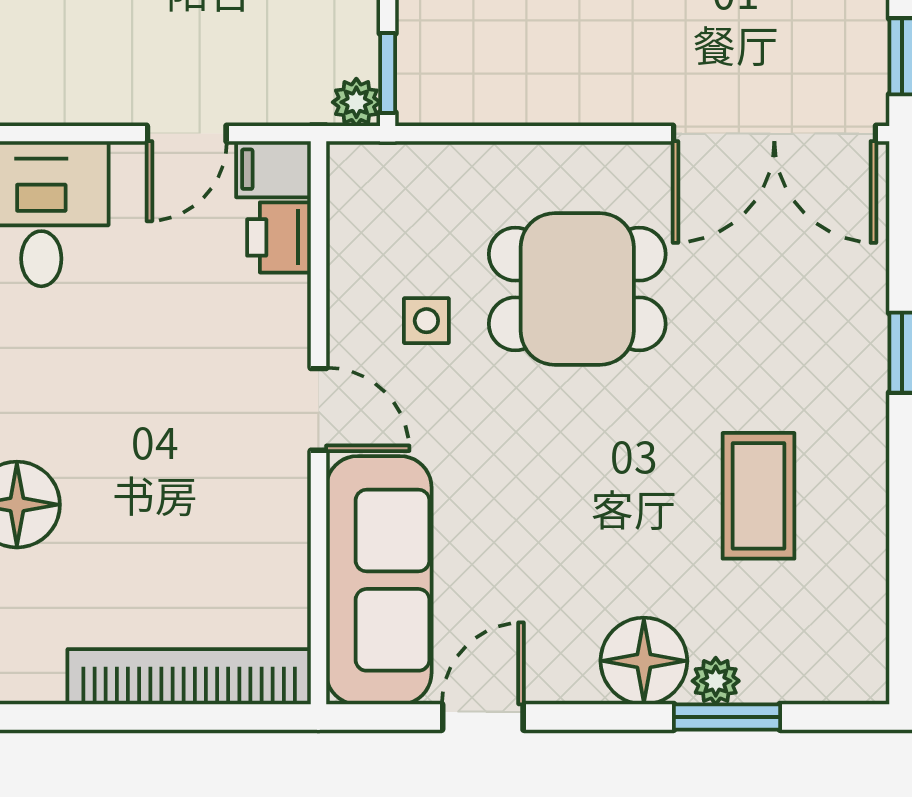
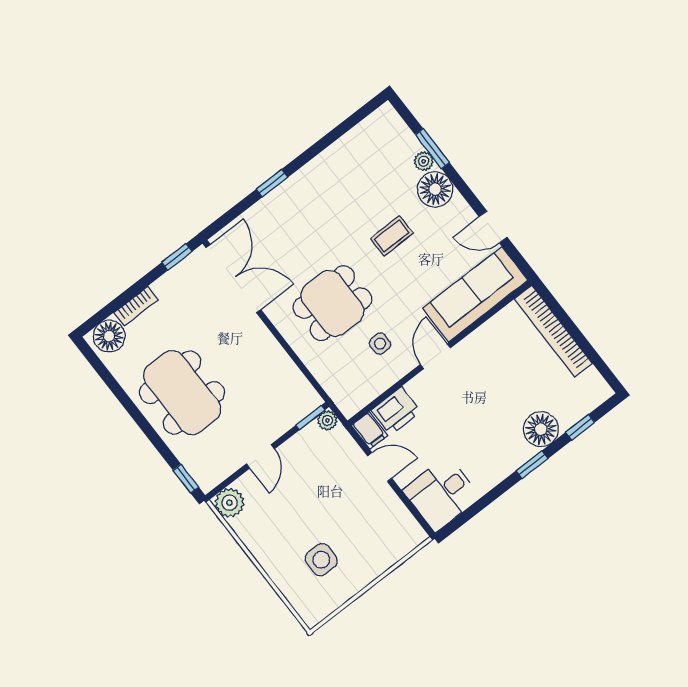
printer: (279, 237) -> (396, 411), width x1.36, depth x1.24
dining table: (577, 289) -> (332, 303), turned 90
coffee table: (759, 496) -> (392, 236), moved, width x0.73, depth x0.77

